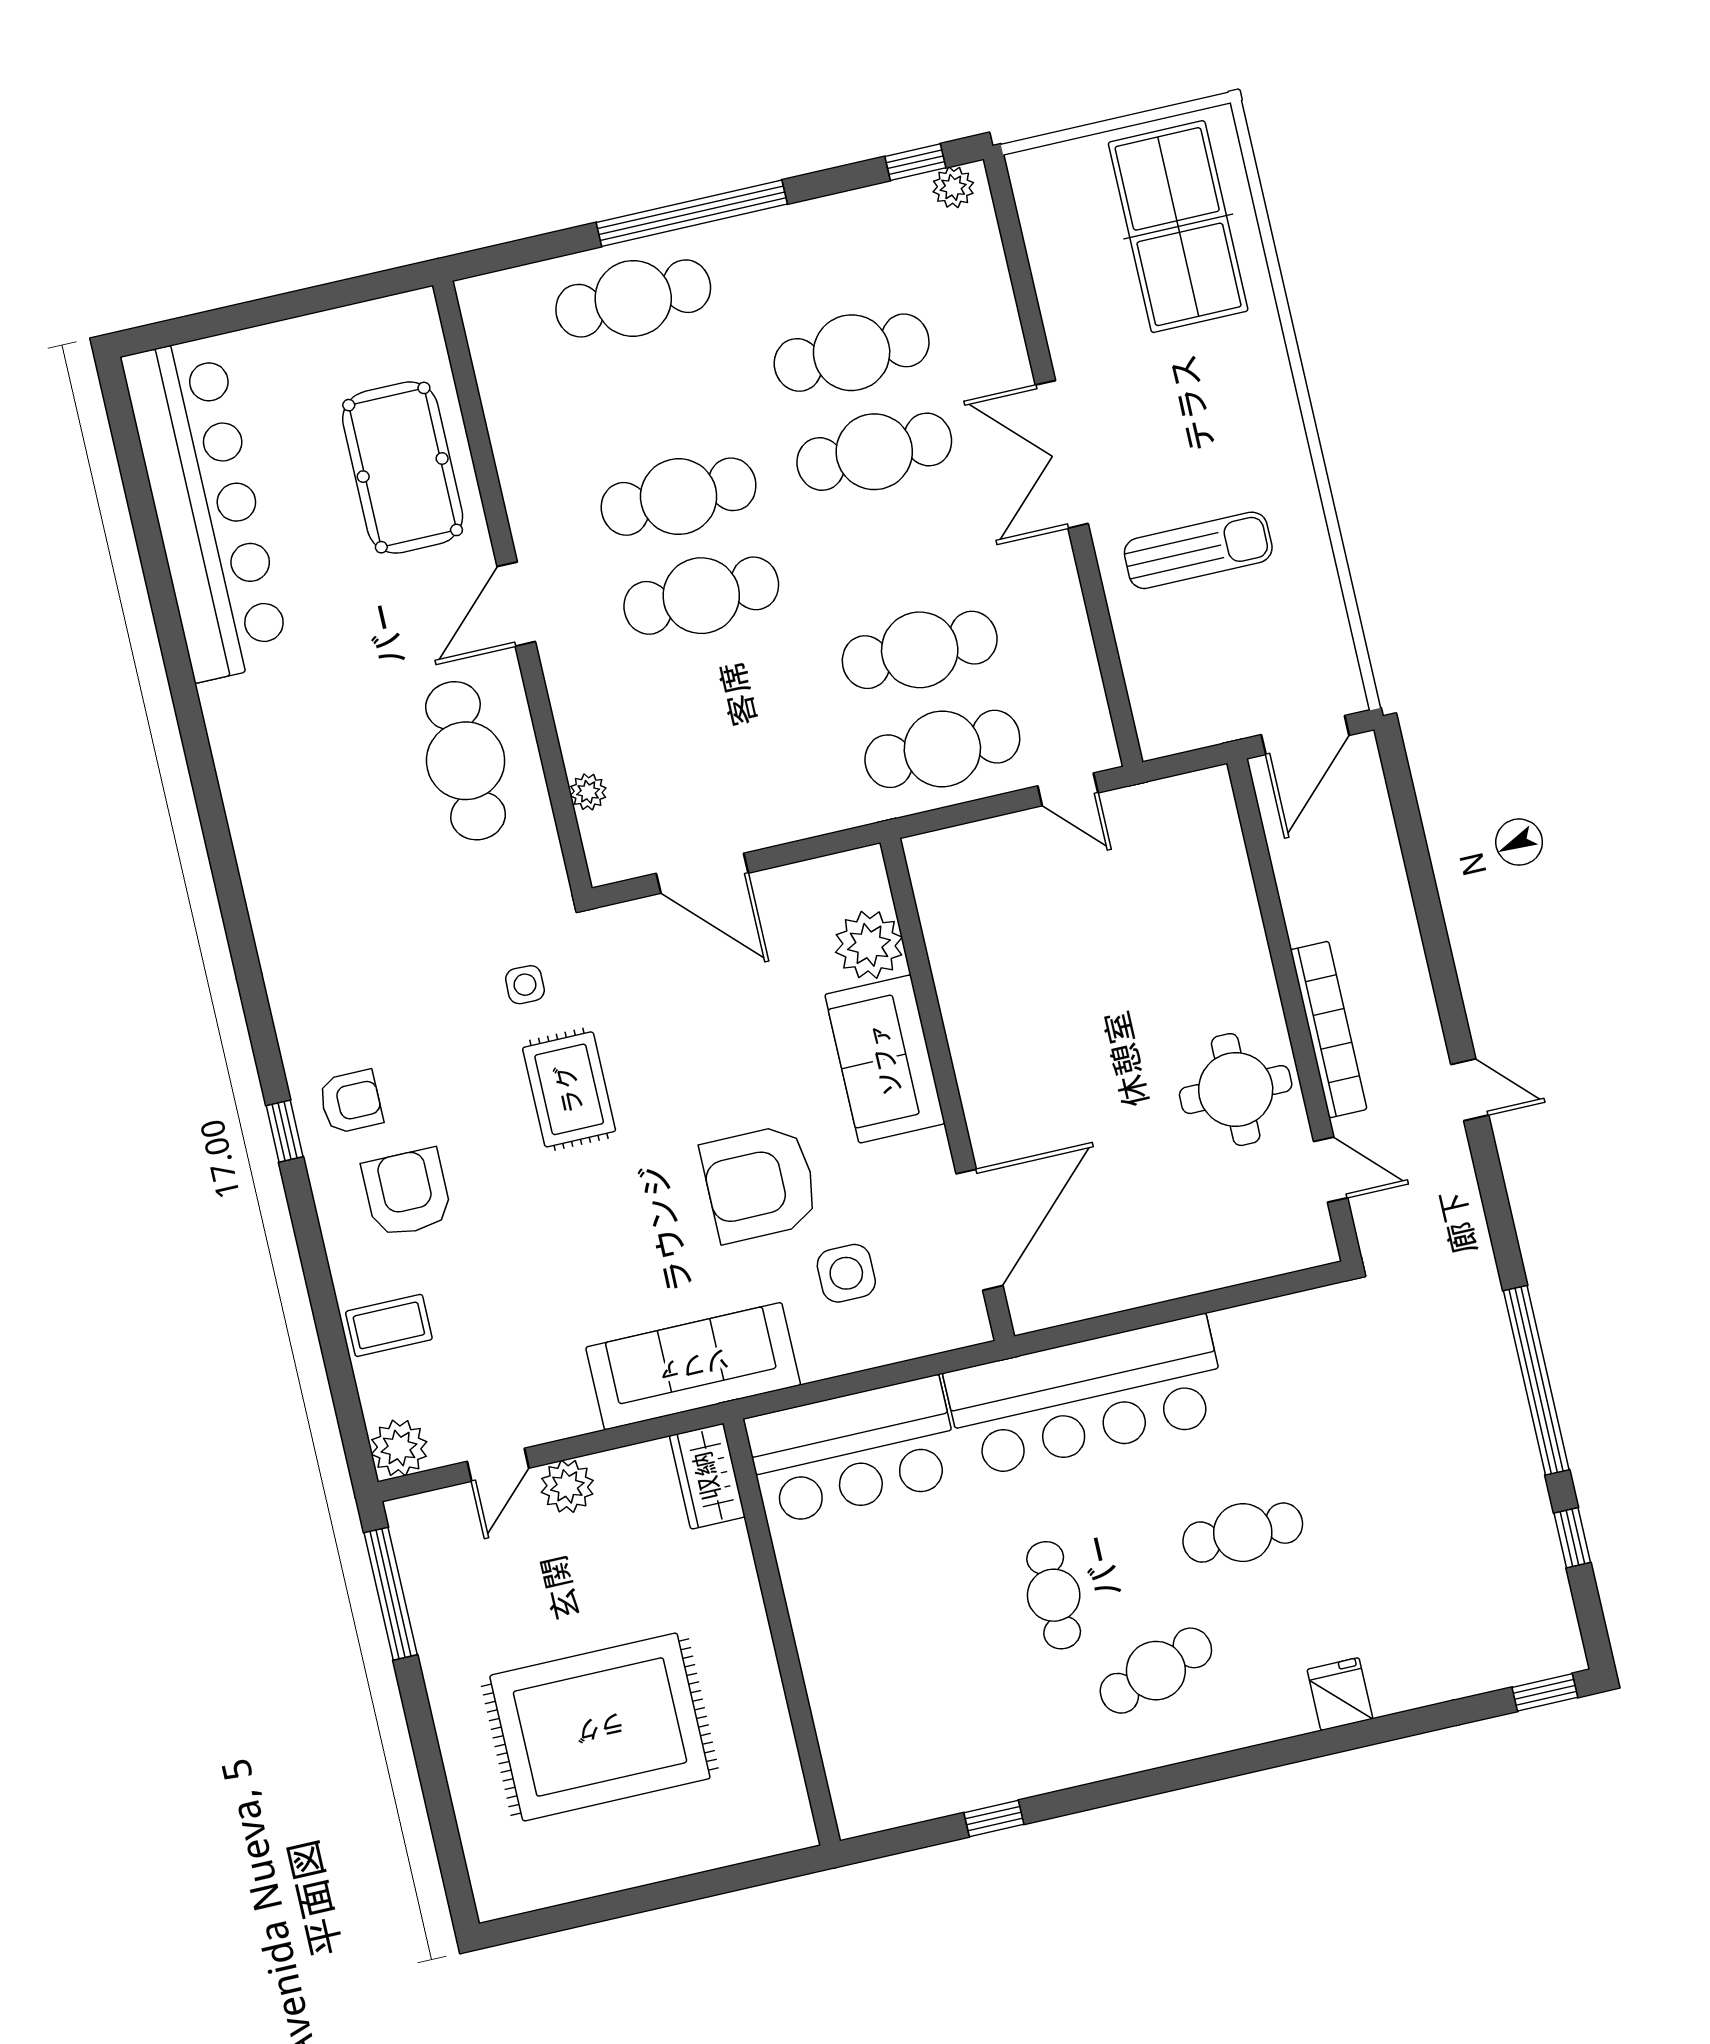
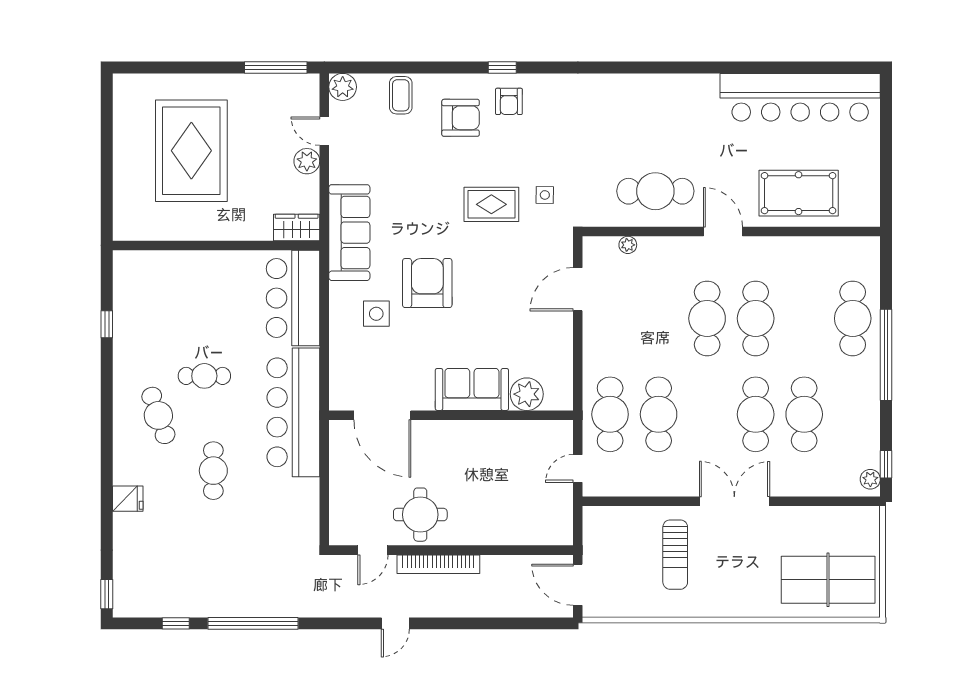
plant: (869, 945) -> (527, 394), moved
sofa: (885, 1059) -> (472, 389), moved
wall: (947, 1089) -> (451, 415), moved
door: (979, 1230) -> (382, 415), moved

